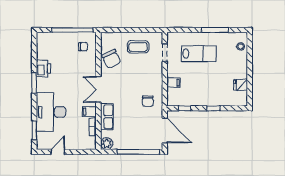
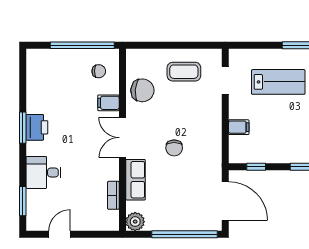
chair: (111, 59) -> (142, 90), turned -60
printer: (43, 68) -> (37, 127), moved
chair: (148, 101) -> (174, 148), moved
desk: (51, 112) -> (44, 173), width x0.53, depth x0.77
filing cabinet: (89, 112) -> (108, 103), moved

